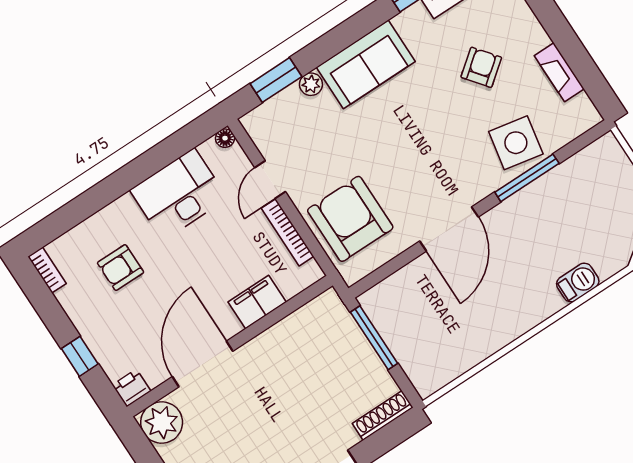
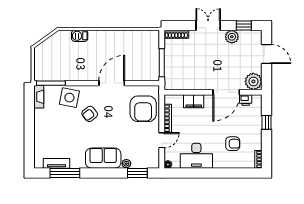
armchair: (481, 67) -> (90, 114), moved
fireplace: (559, 72) -> (39, 97), moved
window: (527, 178) -> (51, 83), moved
printer: (132, 388) -> (246, 100), moved

